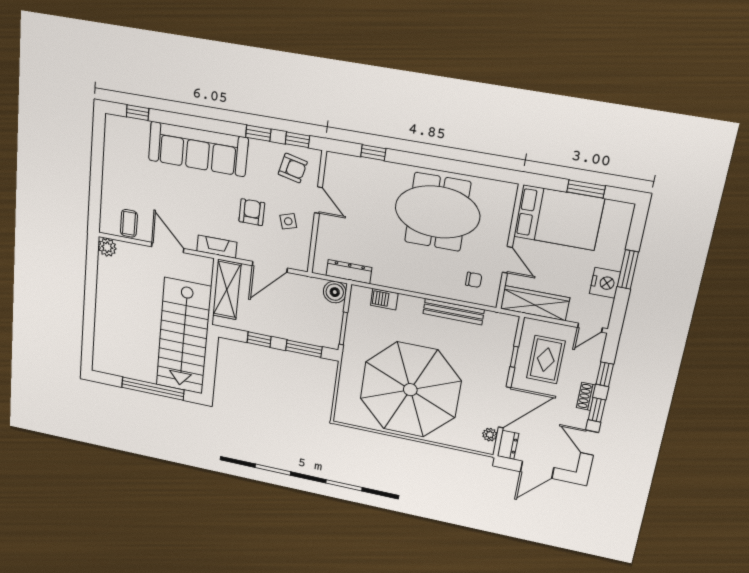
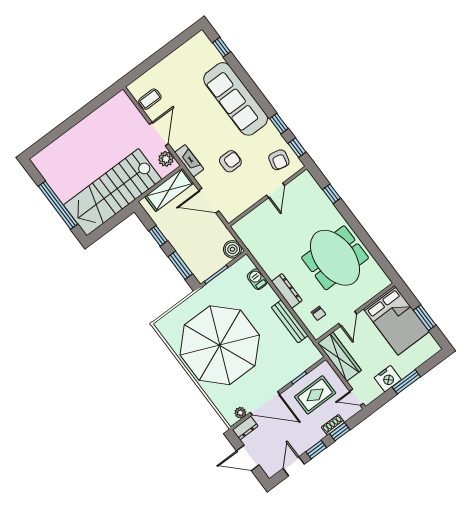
side table: (288, 221) -> (246, 186), removed
plant: (107, 247) -> (166, 159), moved
dresser: (349, 272) -> (287, 291), moved
shoe rack: (586, 396) -> (333, 425), moved

